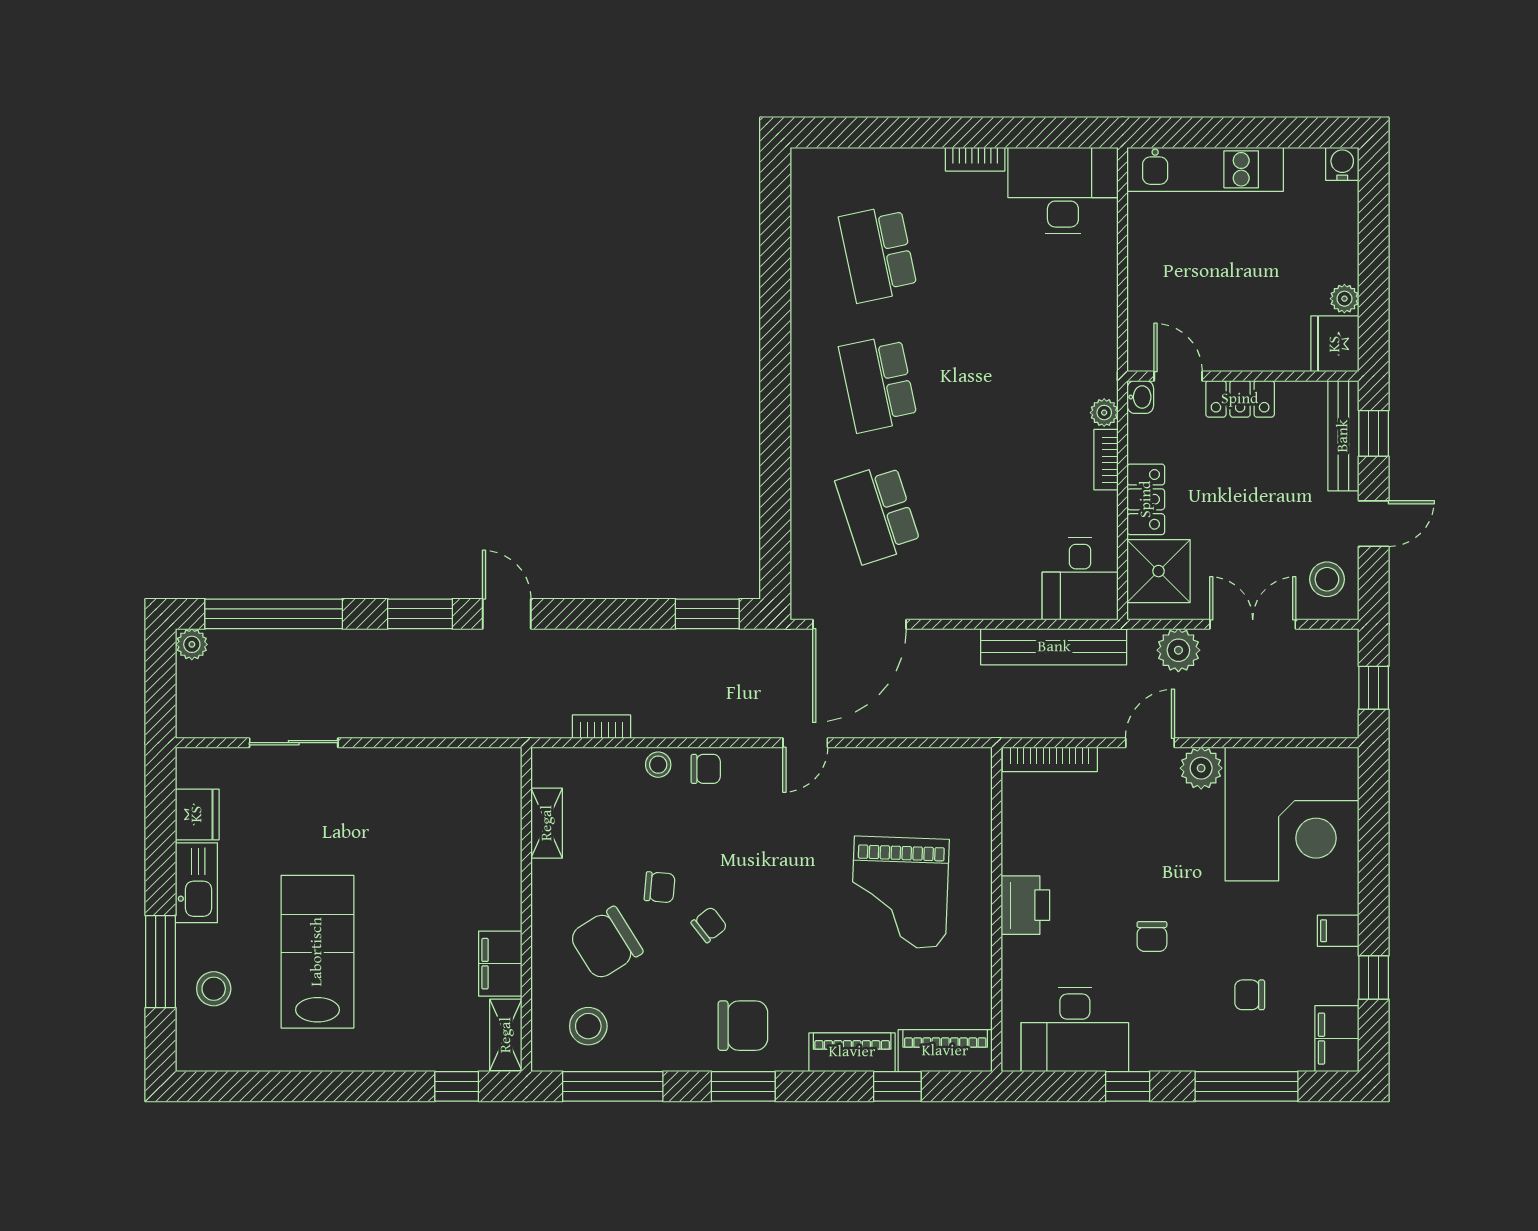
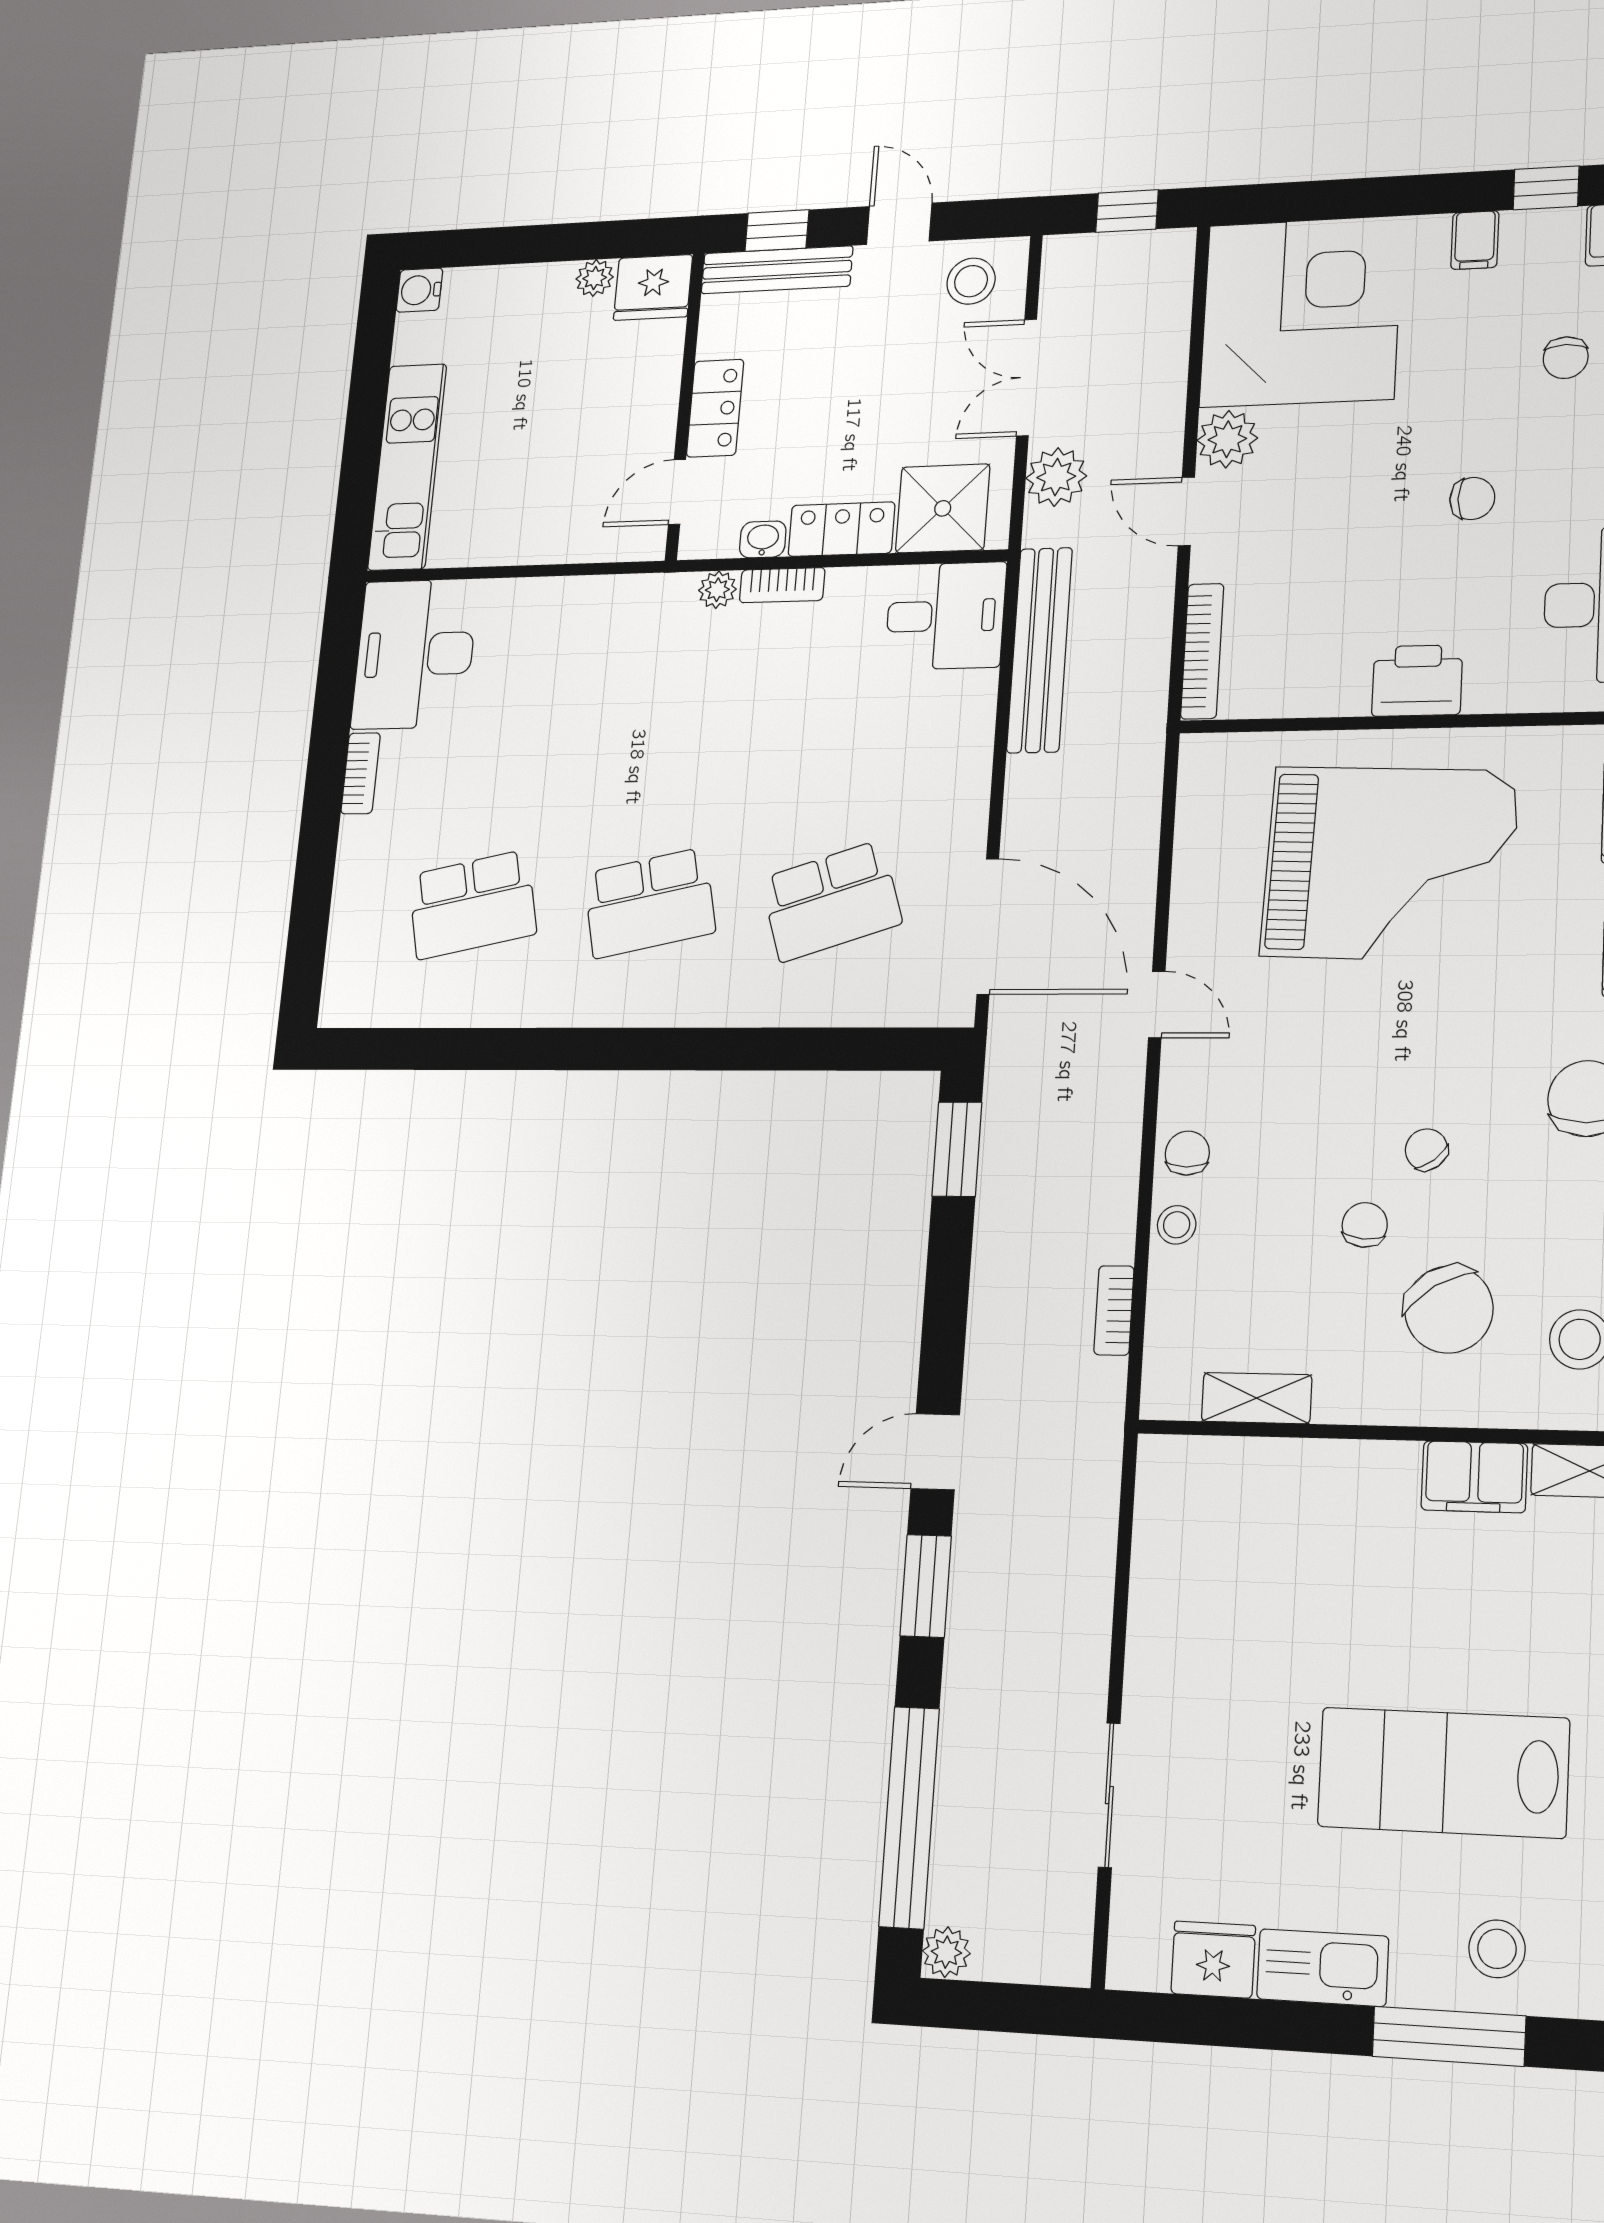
washbasin: (1140, 397) -> (763, 539), moved
grand piano: (900, 892) -> (1390, 864), width x1.37, depth x1.48

